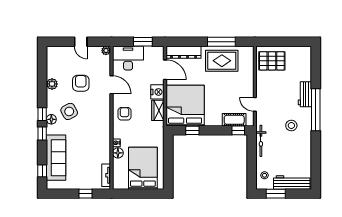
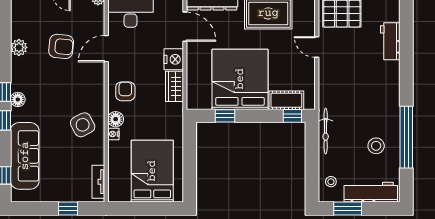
armchair: (81, 83) -> (61, 46), turned 96
door: (112, 85) -> (106, 49), swing flipped
workbench: (305, 94) -> (390, 41), moved
door: (255, 104) -> (317, 47), moved
bed: (185, 106) -> (240, 79), moved
window: (316, 110) -> (406, 137), moved
side table: (69, 111) -> (83, 125), moved
stool: (291, 126) -> (376, 146), moved
floor lamp: (118, 153) -> (116, 119), moved

